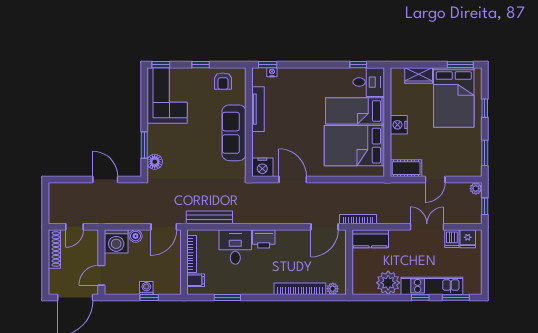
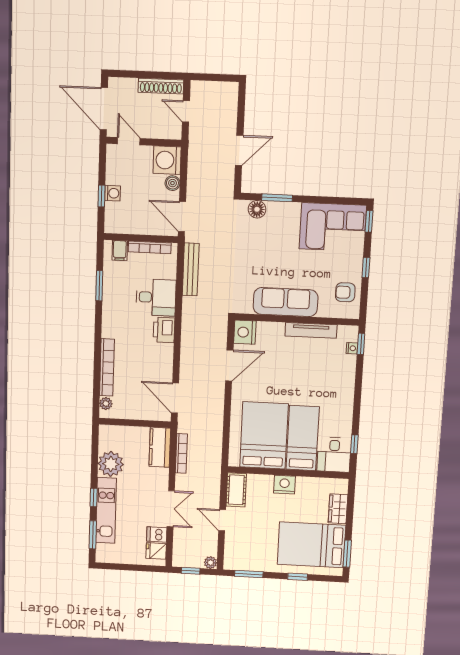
bookcase: (358, 219) -> (181, 453), moved

